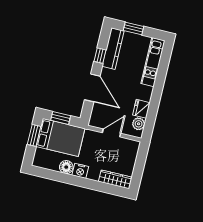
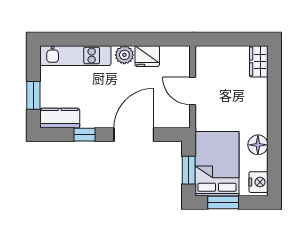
kitchen counter: (113, 49) -> (60, 118), width x0.67
plant: (139, 124) -> (124, 55), moved
nightstand: (80, 171) -> (258, 182), moved
wardrobe: (115, 179) -> (259, 61), width x0.67

